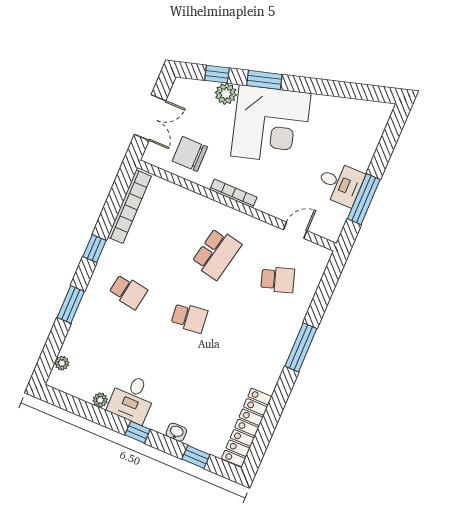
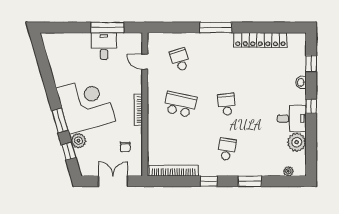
chair: (190, 154) -> (125, 147), width x0.54, depth x0.54
plant: (100, 400) -> (297, 142), width x1.87, depth x1.87
locker: (247, 428) -> (260, 40), moved

